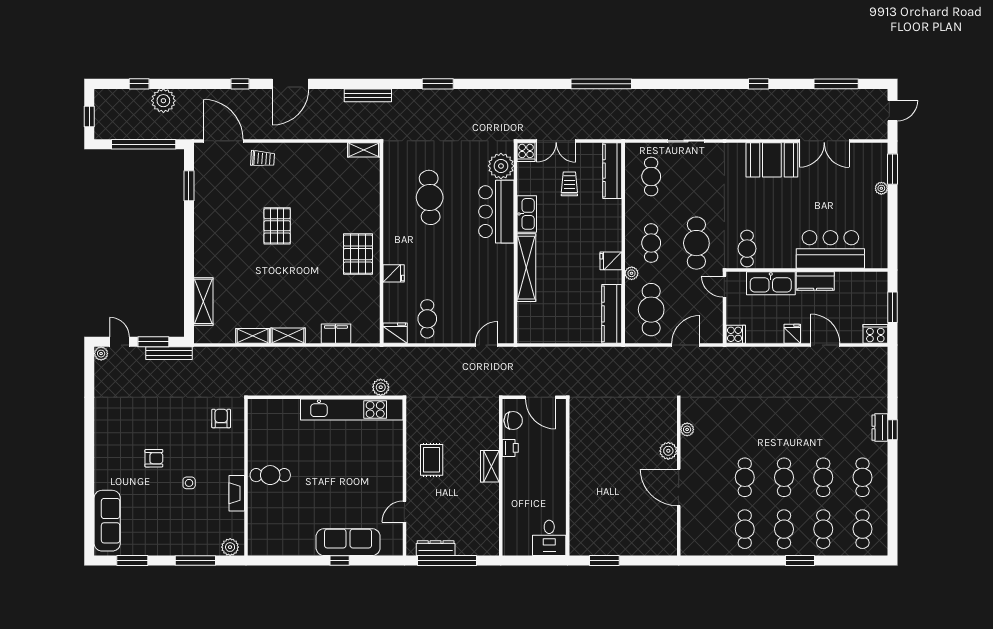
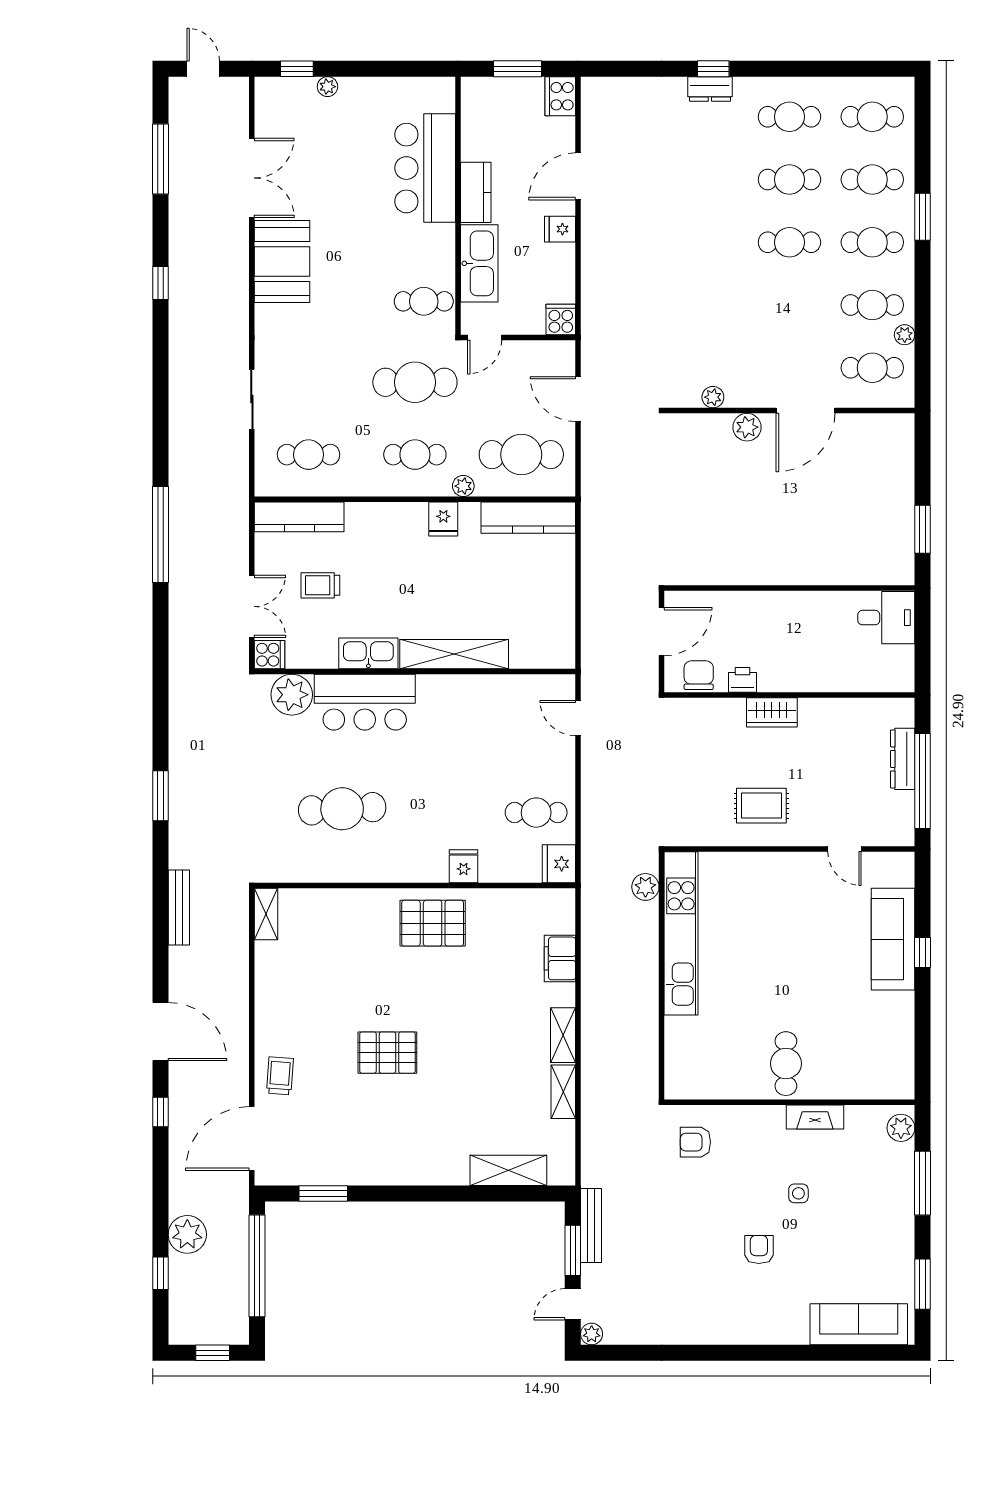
window: (893, 169) -> (297, 69), width x0.67
cafe table: (745, 477) -> (872, 368), moved
dresser: (436, 548) -> (903, 759), moved
plant: (726, 549) -> (905, 335), added

